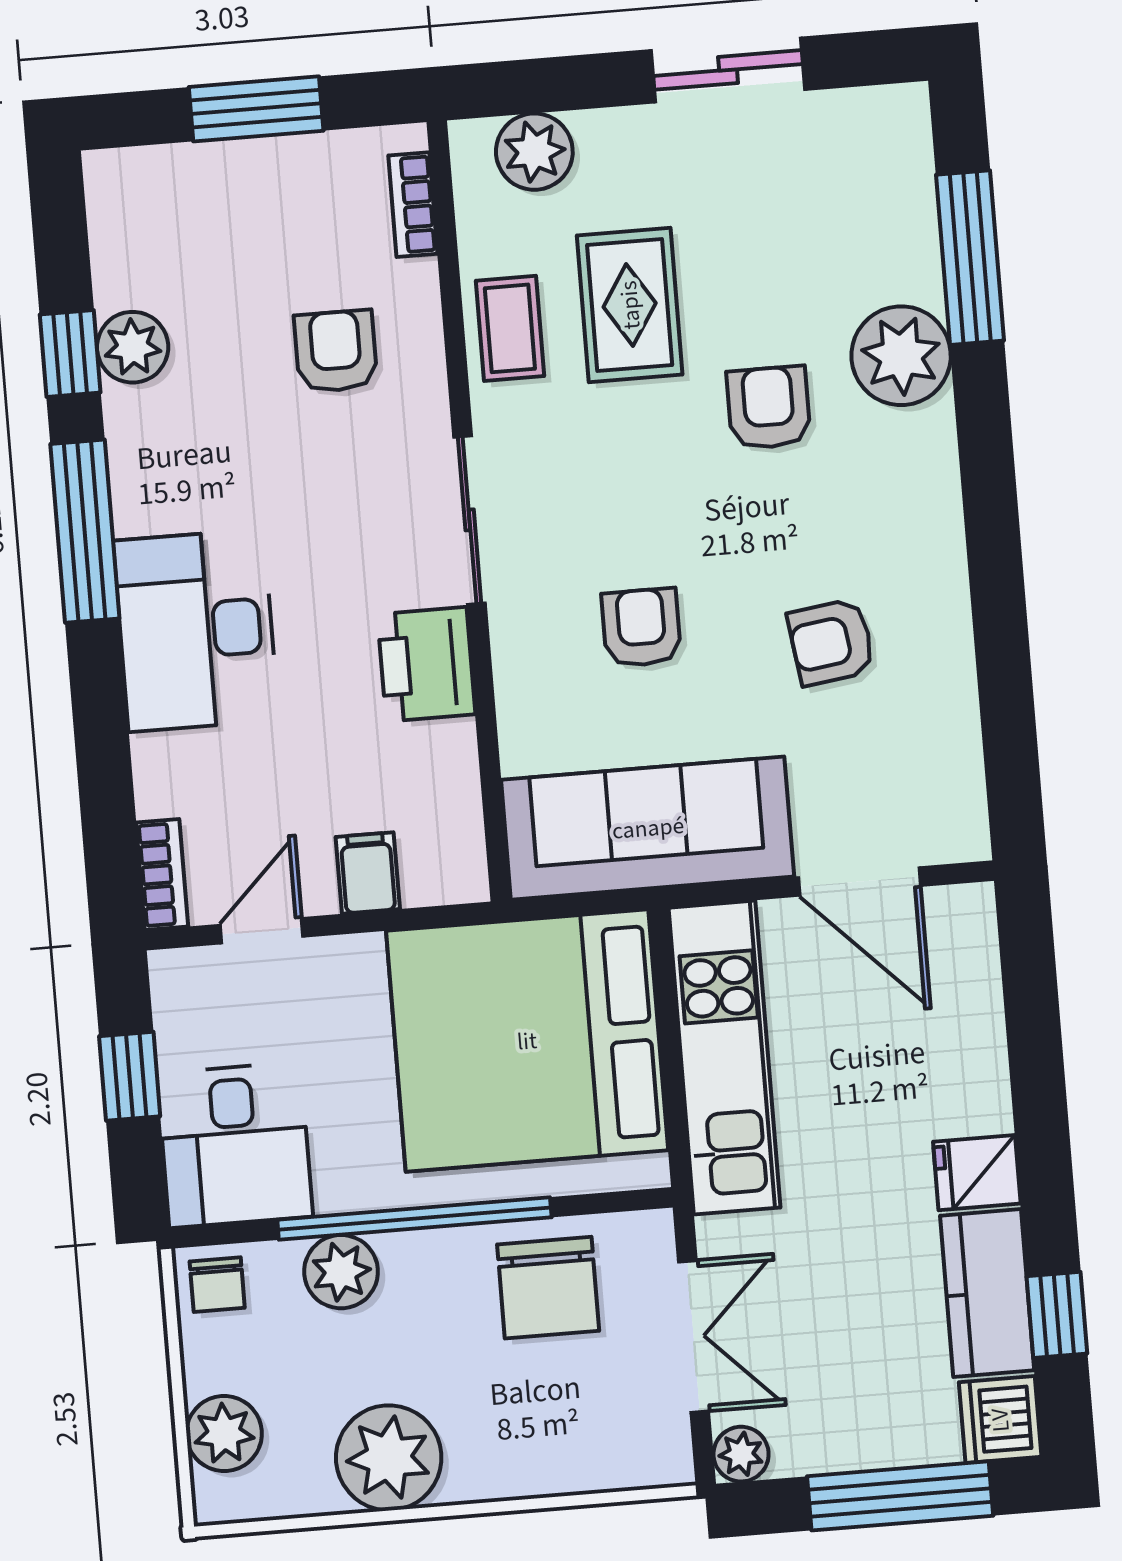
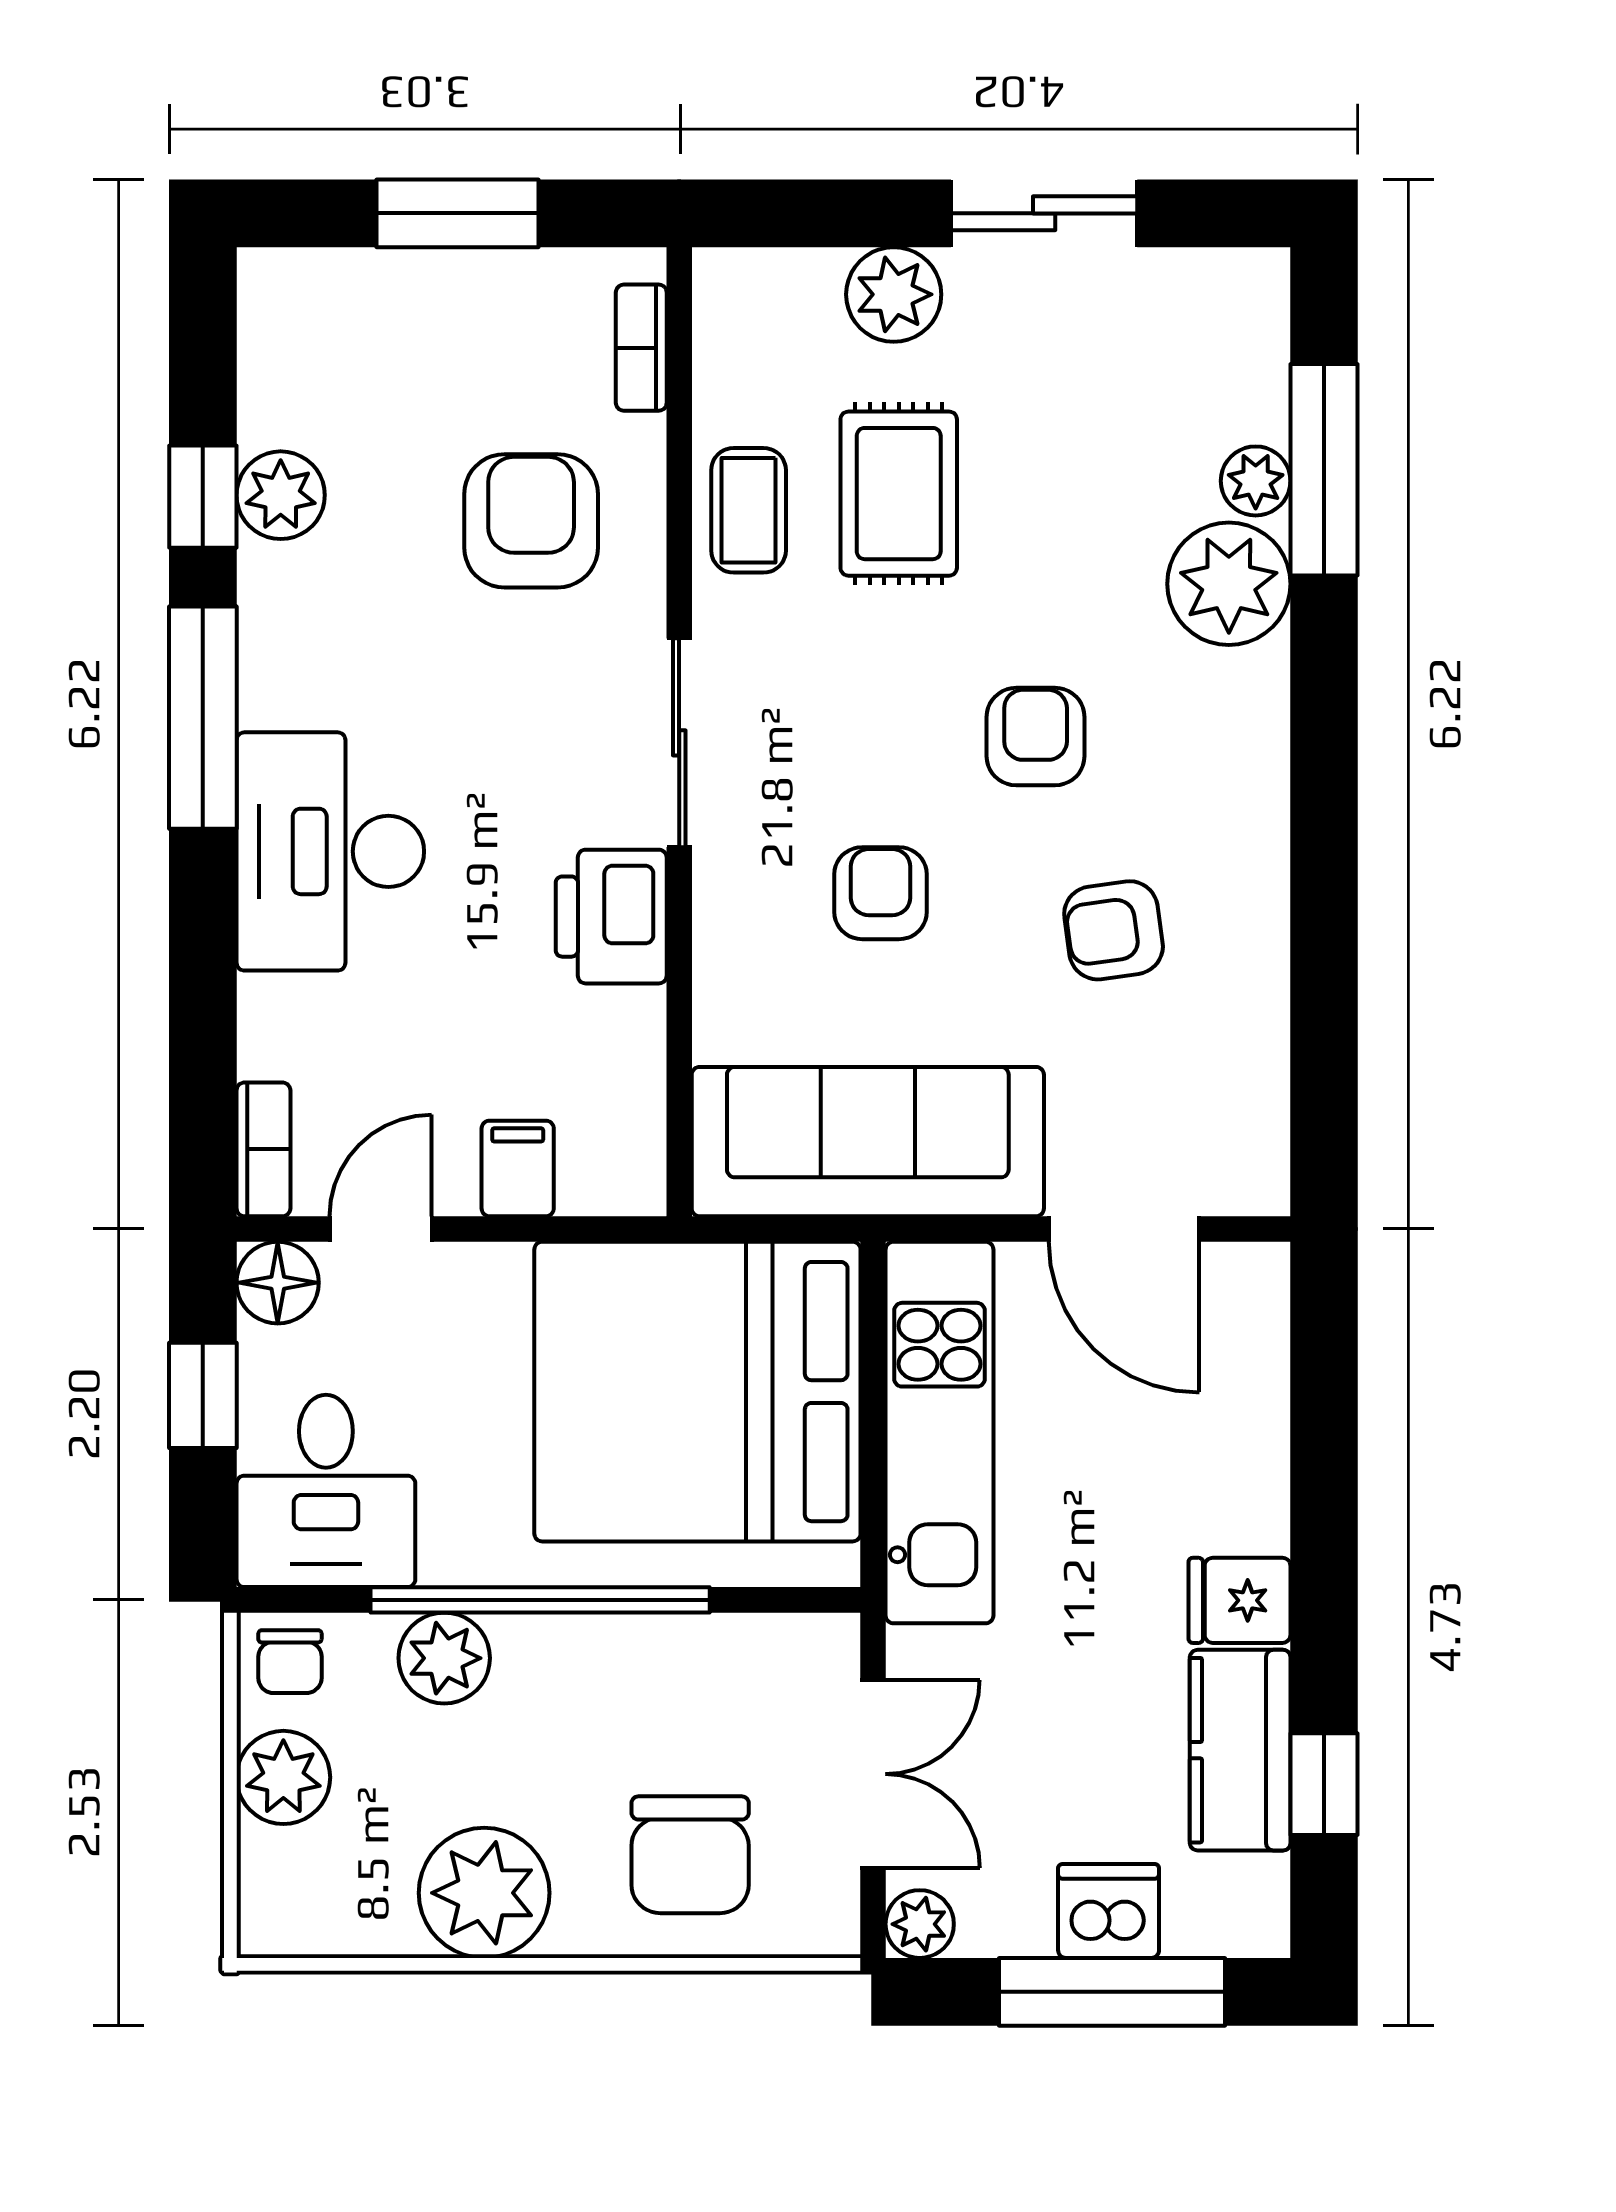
plant: (534, 152) -> (894, 294), moved
plant: (916, 271) -> (1256, 481), added
armchair: (336, 351) -> (531, 521), width x1.38, depth x1.38
armchair: (769, 408) -> (1036, 737), moved
floor lamp: (182, 981) -> (278, 1283), added
chair: (548, 1288) -> (690, 1855), moved
dishwasher: (1000, 1420) -> (1109, 1911), moved, turned 90
plant: (224, 1433) -> (283, 1777), moved

